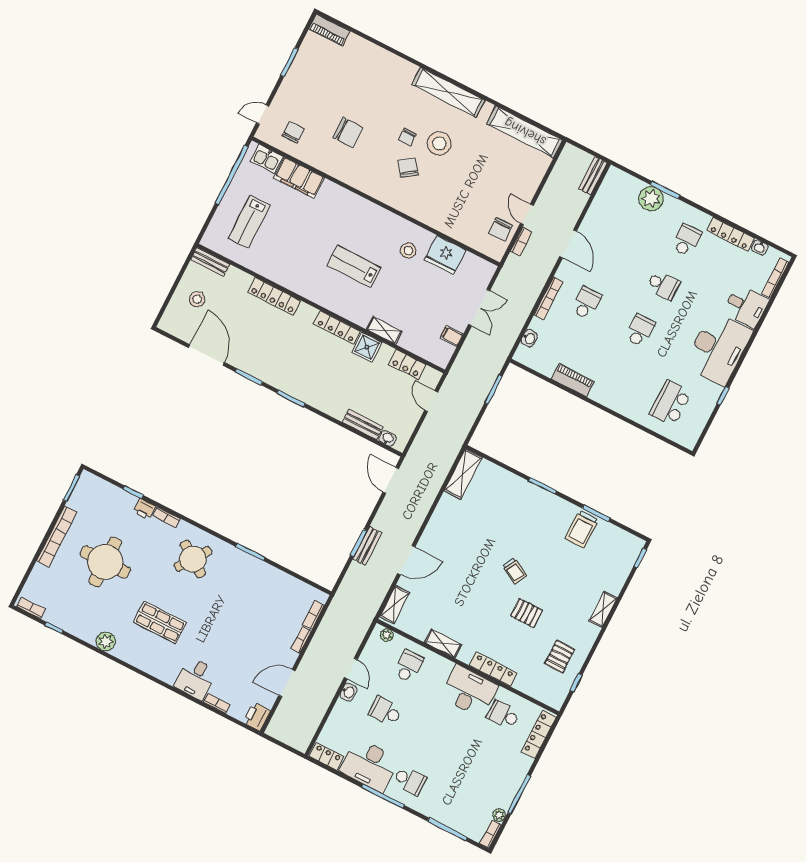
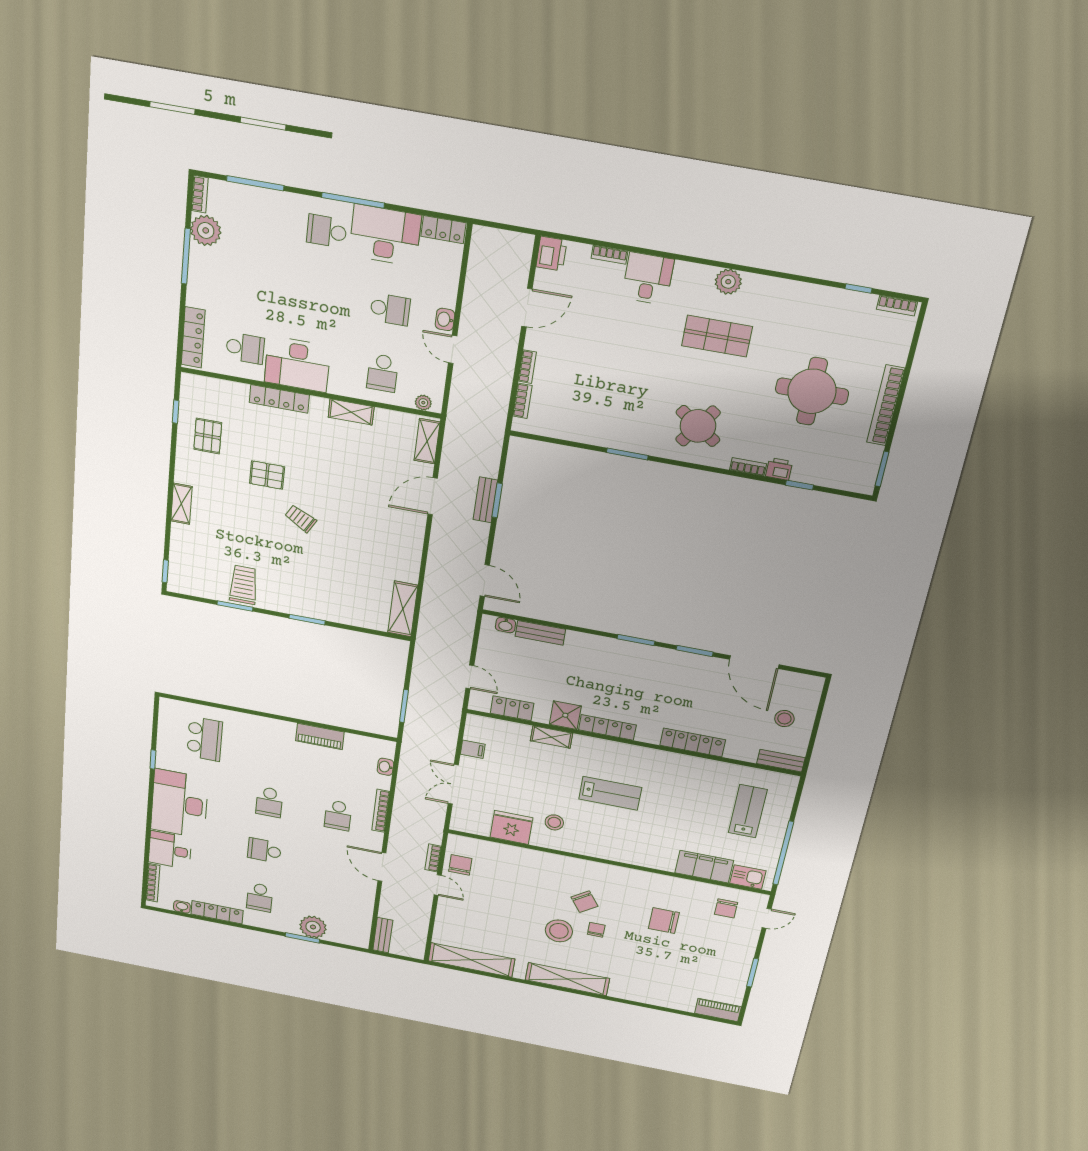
plant: (106, 641) -> (728, 282), moved
plant: (499, 815) -> (206, 230), width x1.88, depth x1.88

